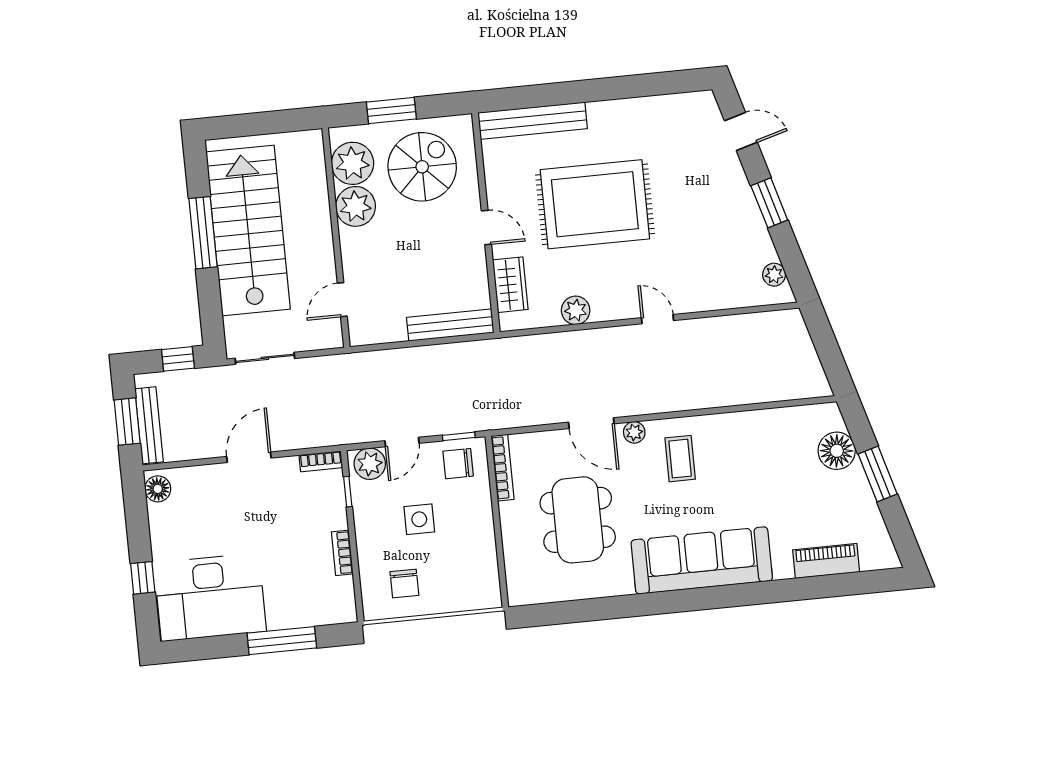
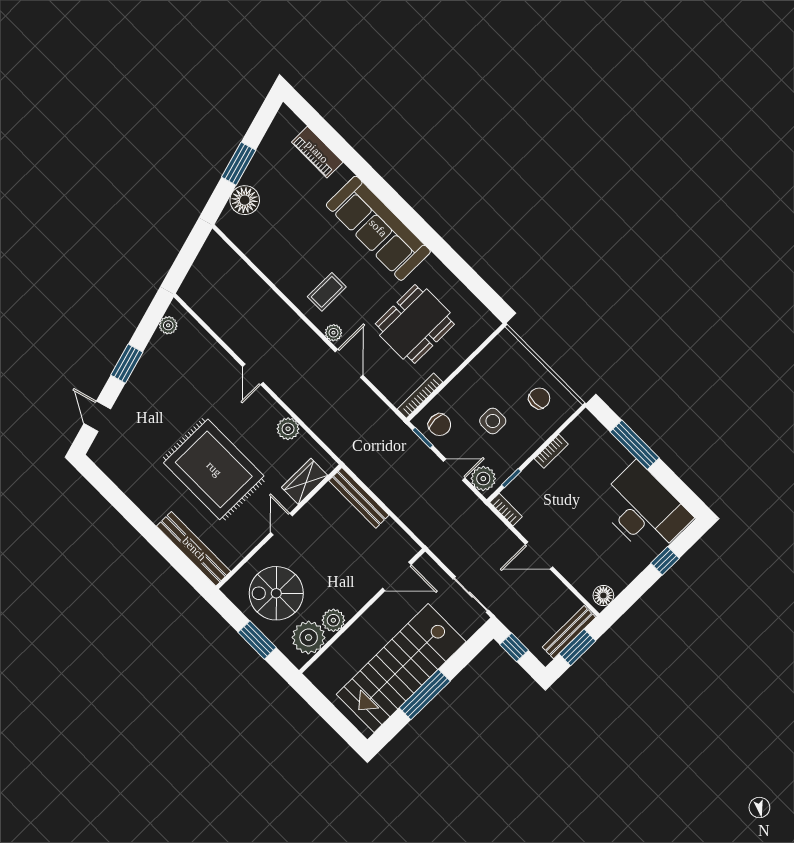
plant: (356, 206) -> (333, 620), width x0.73, depth x0.73
door: (342, 300) -> (397, 576), width x1.38

